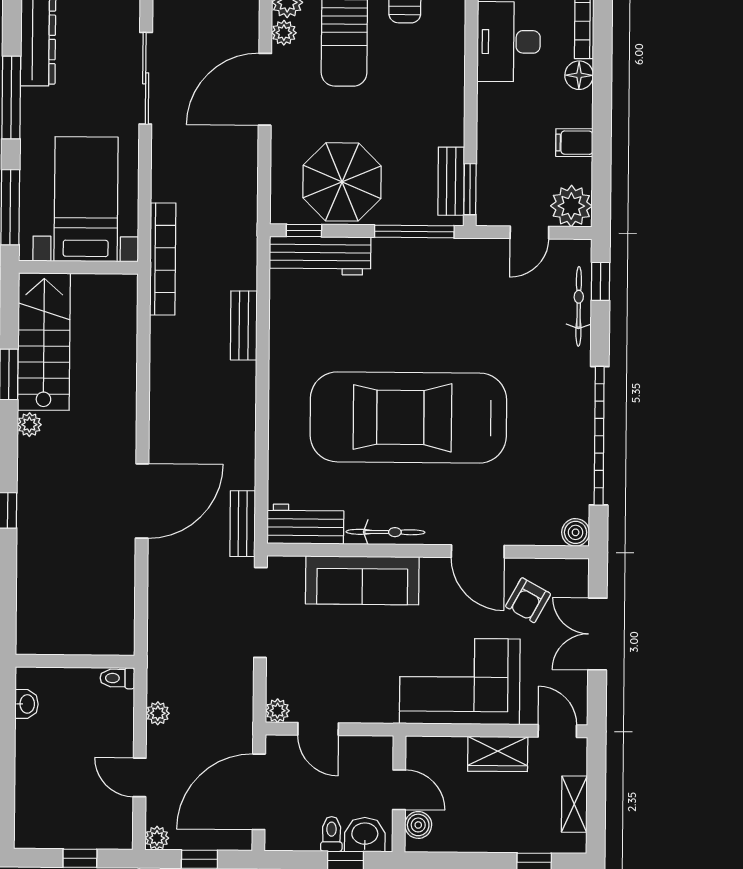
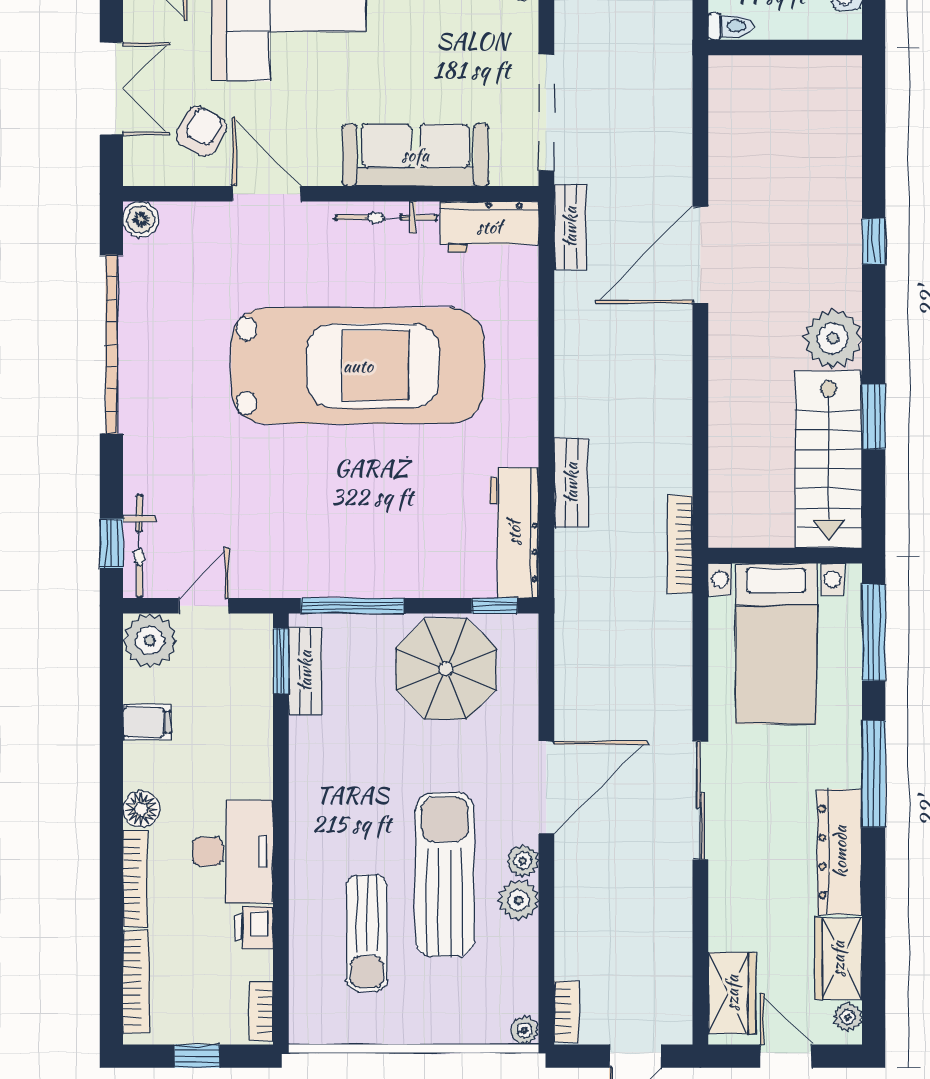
workbench: (320, 256) -> (514, 533), moved, turned -90
bookcase: (163, 259) -> (680, 544), width x0.68, depth x0.76
bicycle: (579, 306) -> (139, 546), moved
plant: (29, 425) -> (833, 339), width x1.88, depth x1.88

